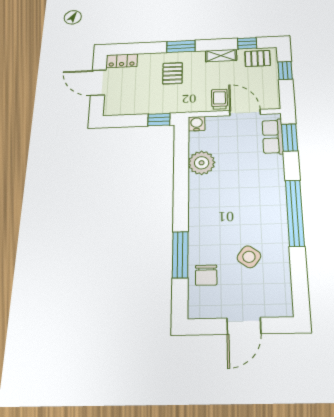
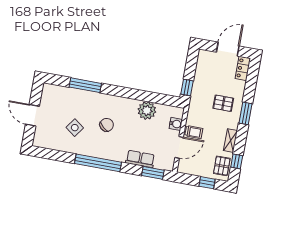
water cooler: (197, 124) -> (176, 124), moved
row of seats: (273, 137) -> (140, 159), moved
chair: (206, 275) -> (107, 125), moved, turned 132

